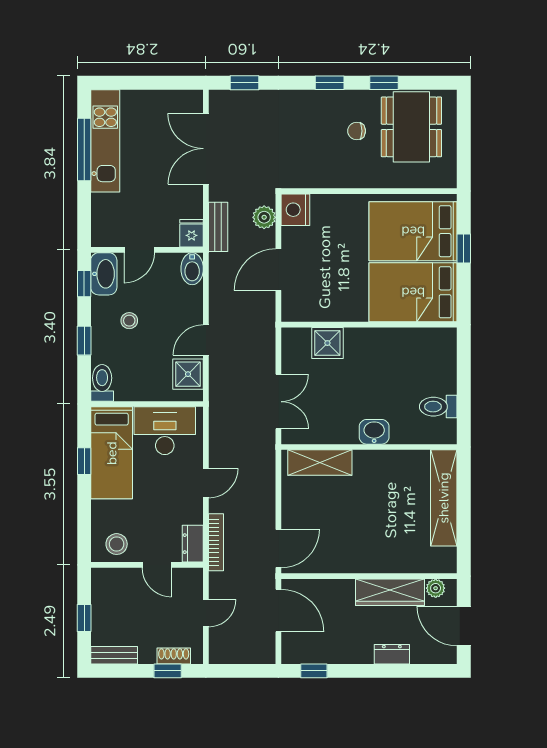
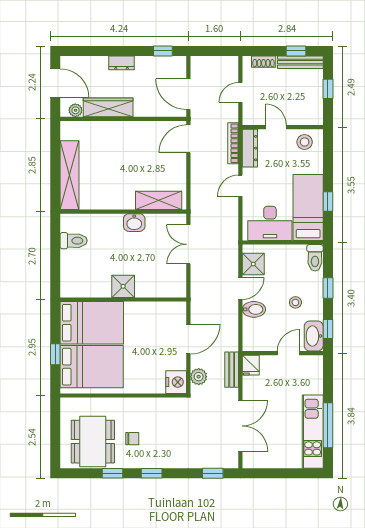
bidet: (192, 269) -> (254, 309), moved, turned 90
shower: (327, 343) -> (123, 286), moved
washbasin: (374, 432) -> (134, 223), moved
dresser: (193, 544) -> (250, 148), width x1.44
dresser: (392, 654) -> (122, 63), moved
bench: (114, 655) -> (300, 62), width x1.36
window: (168, 671) -> (296, 51), moved

